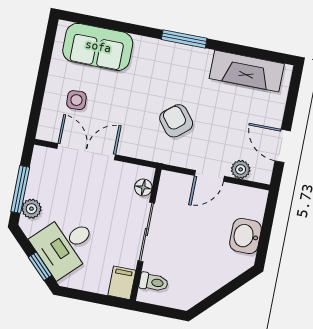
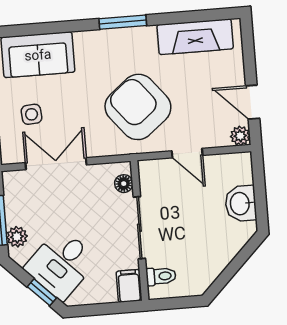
armchair: (176, 121) -> (138, 107), width x1.88, depth x1.88
plant: (241, 169) -> (240, 136), moved
door: (209, 176) -> (187, 153), hinge flipped

